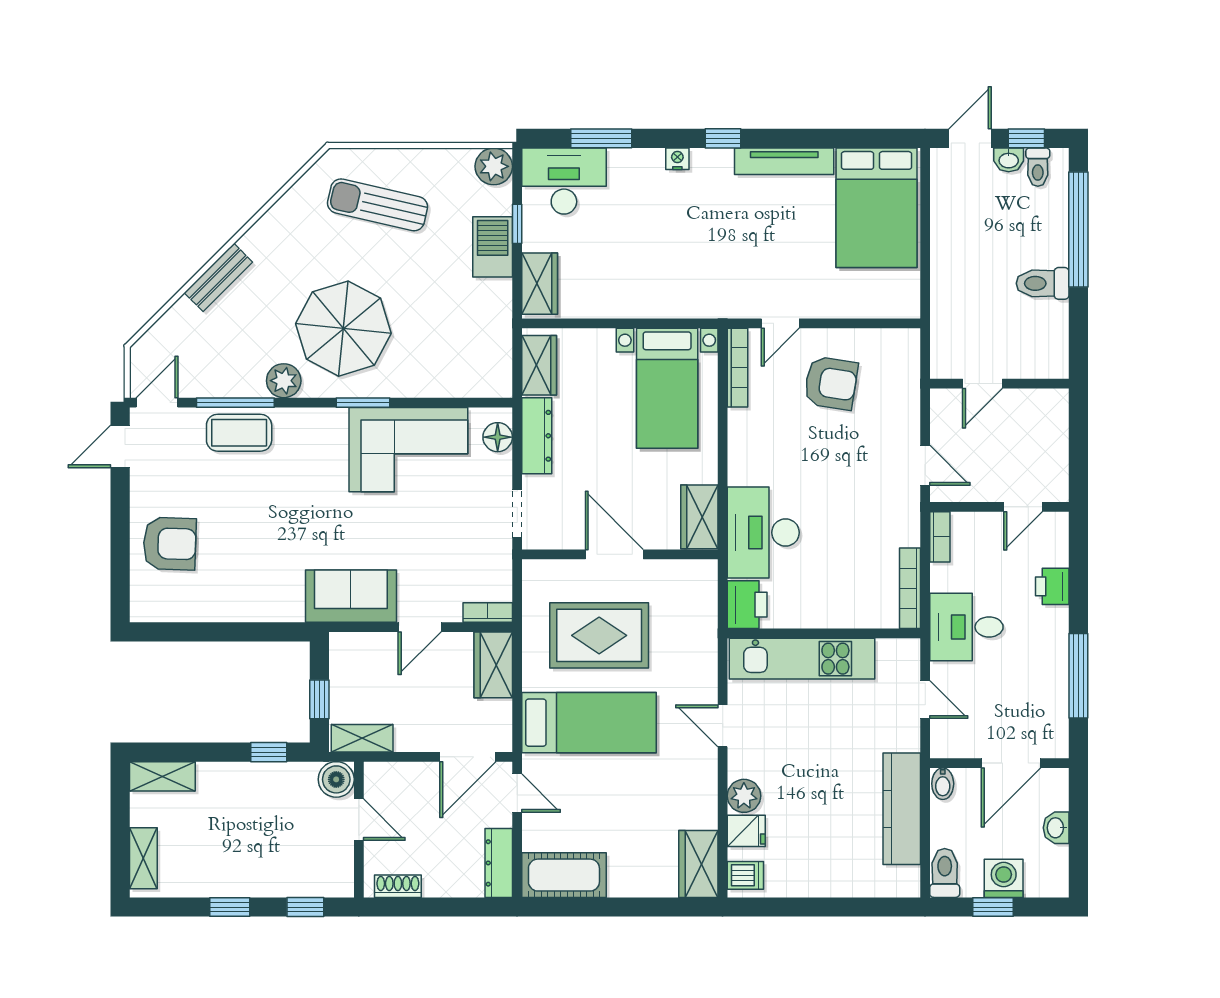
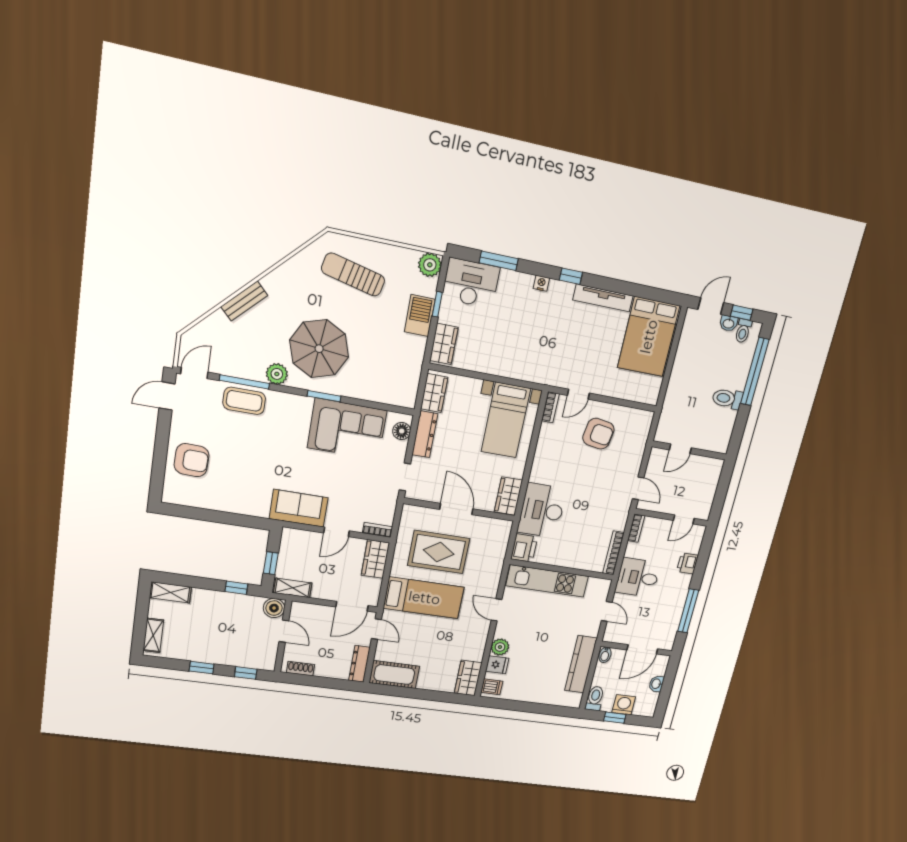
bookcase: (737, 368) -> (550, 407), width x0.64

